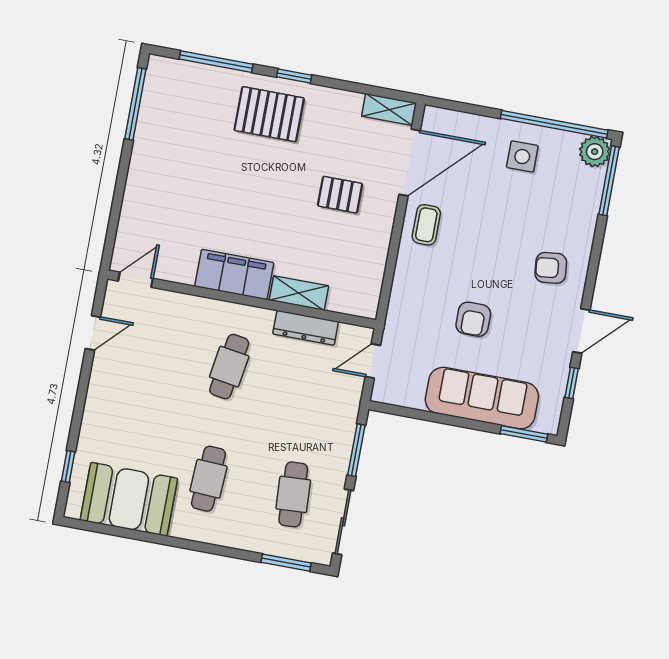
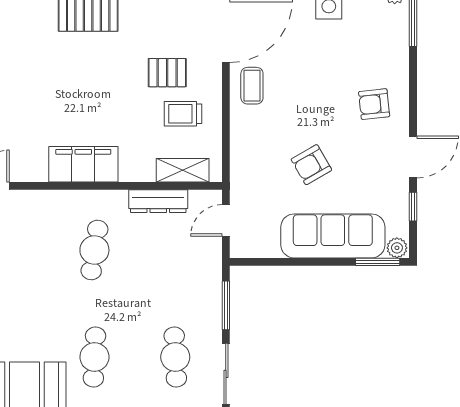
trolley: (349, 241) -> (183, 114), added
shelving: (299, 293) -> (183, 170), moved
armchair: (473, 319) -> (311, 165), turned 60
plant: (547, 423) -> (397, 248), added

